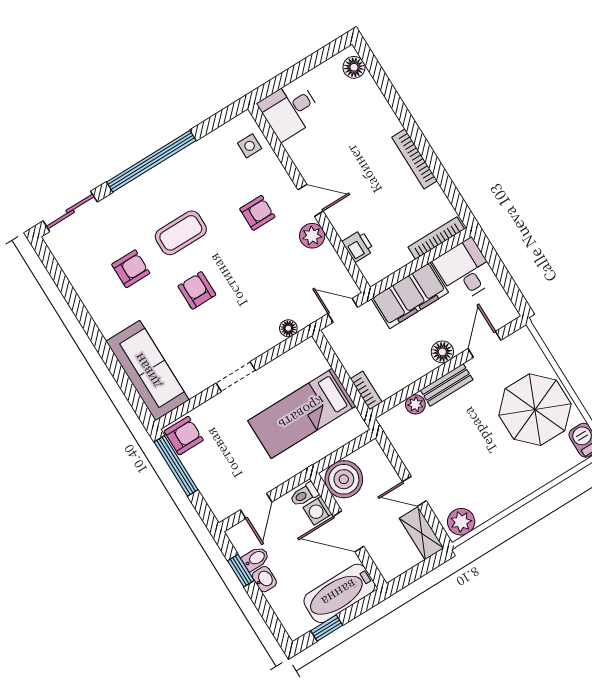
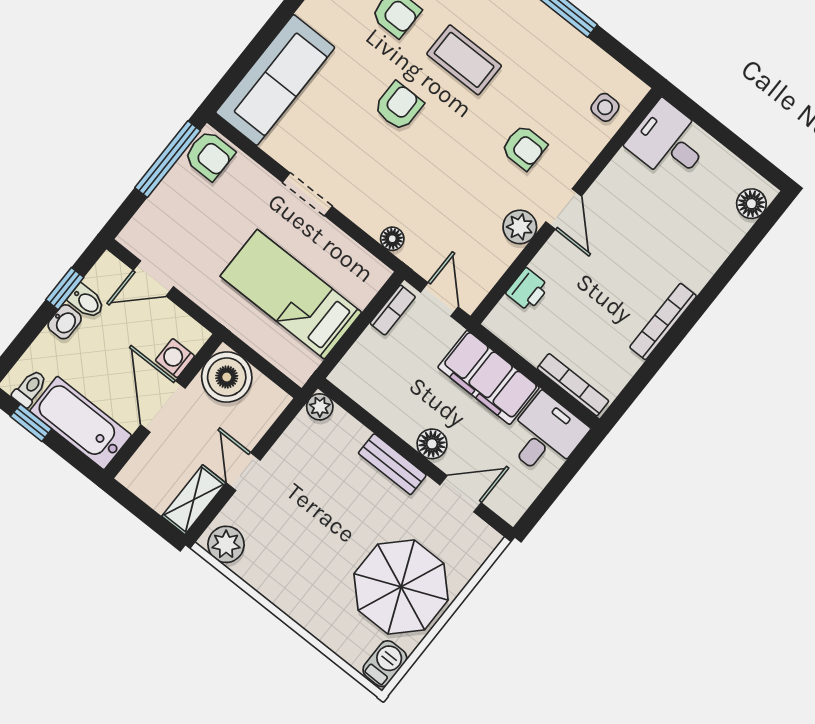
bookcase: (366, 390) -> (393, 310), moved
plant: (415, 404) -> (320, 407), moved
toilet: (304, 495) -> (30, 388), moved, turned 90

